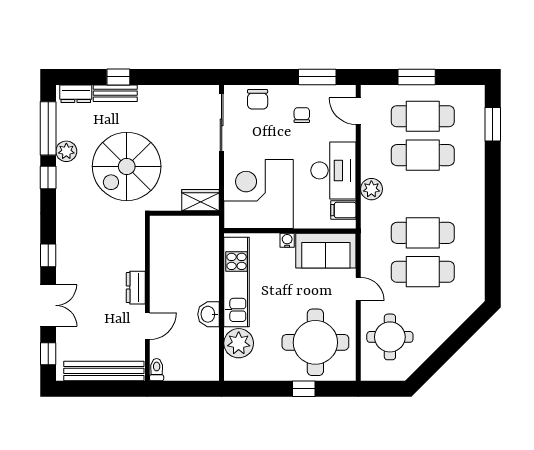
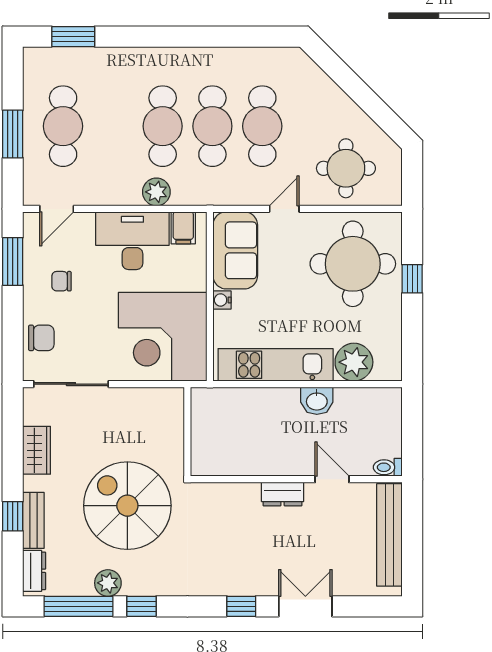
cafe table: (423, 155) -> (163, 126), moved
spiral stairs: (127, 166) -> (127, 506), turned 180
wardrobe: (201, 200) -> (37, 450), moved, turned 180
window: (48, 354) -> (367, 606), removed

